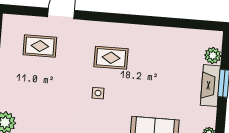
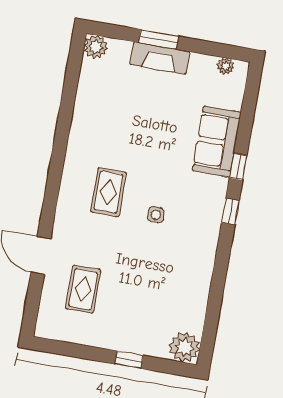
plant: (213, 55) -> (96, 47), moved

